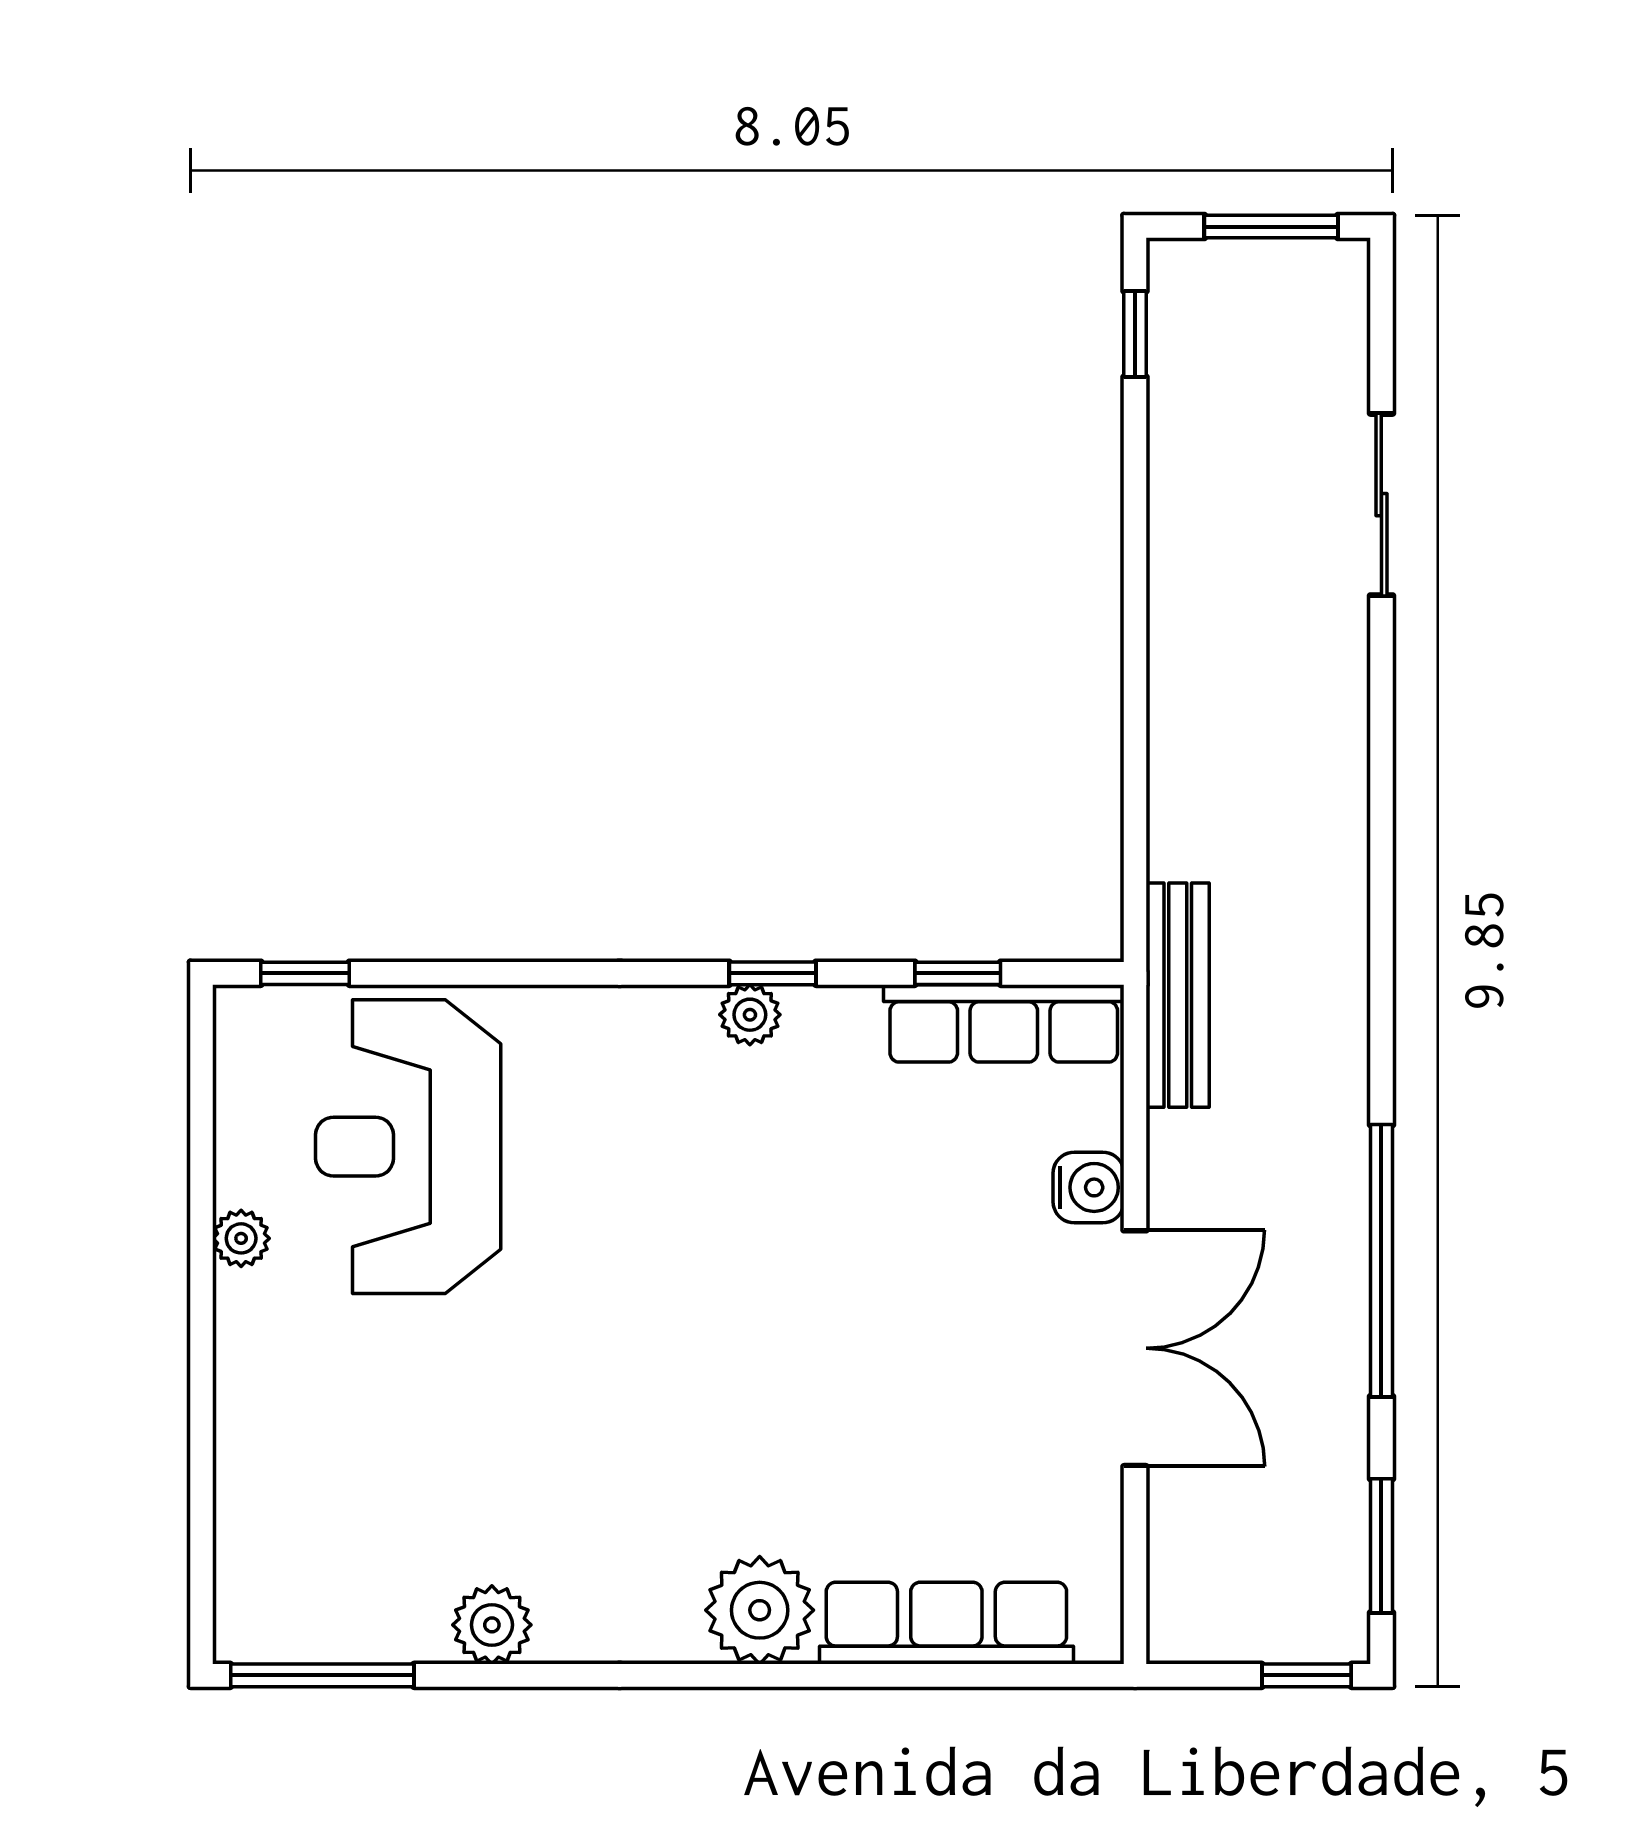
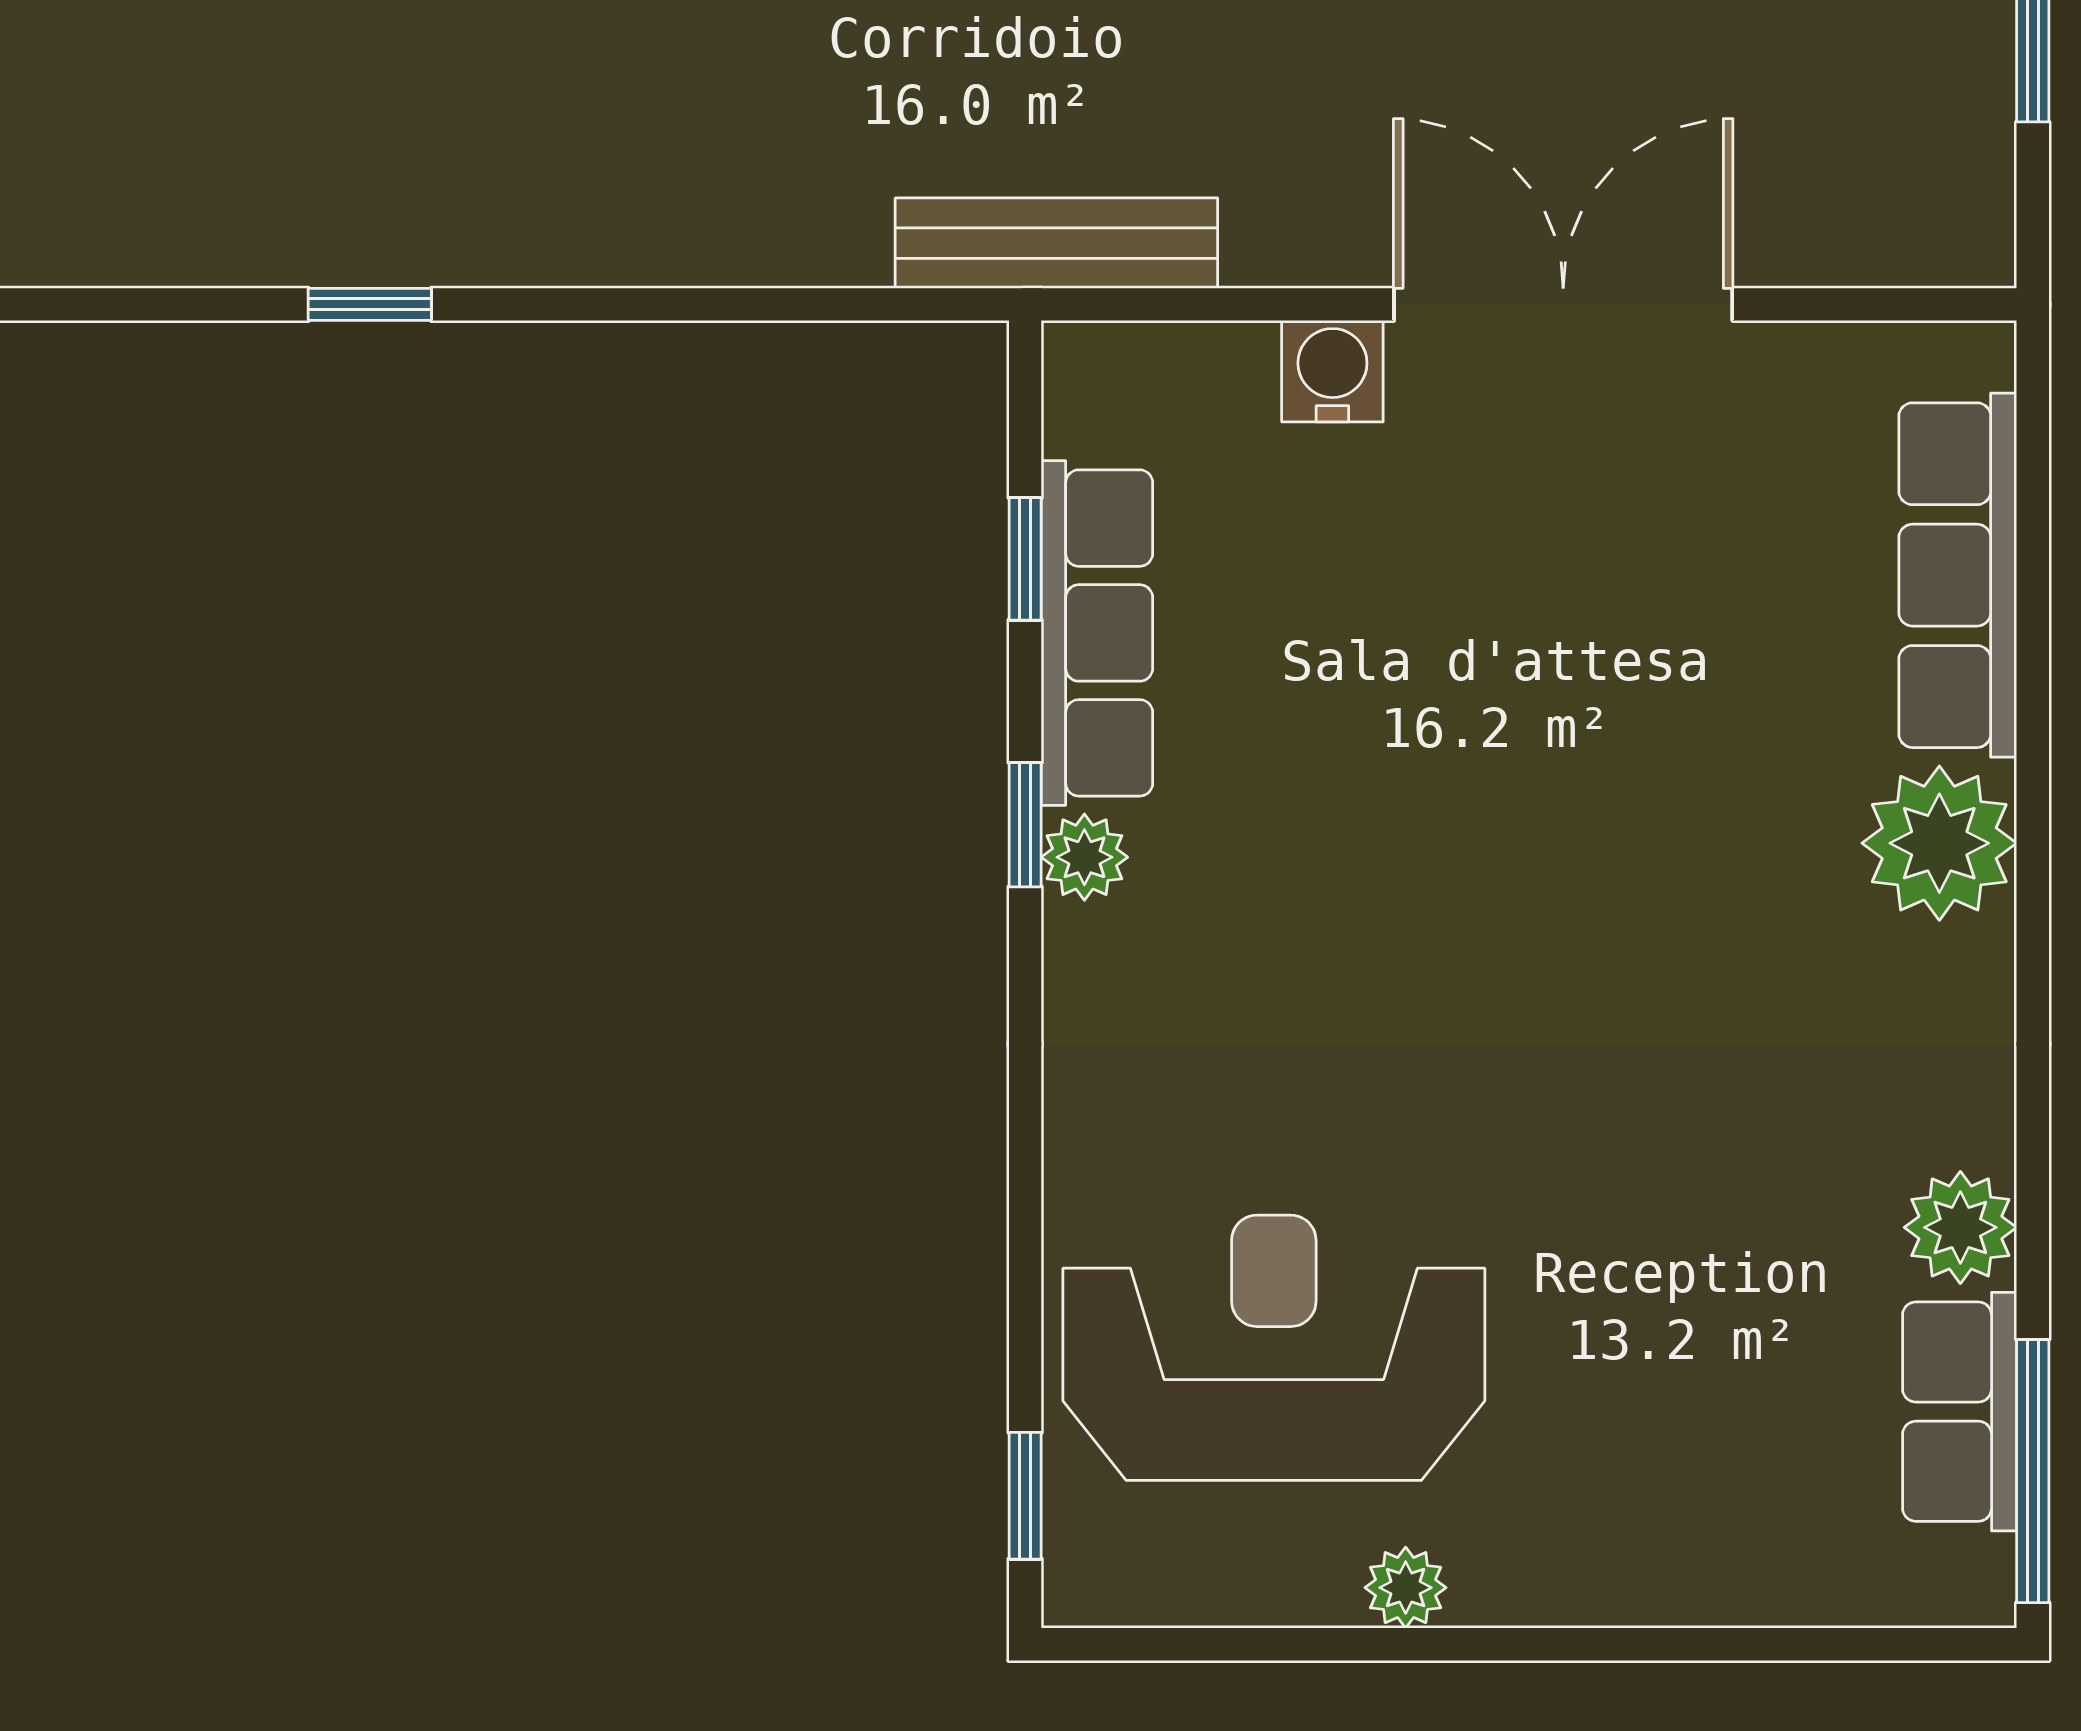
window: (1135, 334) -> (370, 304), moved
row of seats: (1004, 1023) -> (1097, 633), moved
reception desk: (408, 1147) -> (1274, 1348), turned 180
row of seats: (364, 1624) -> (1960, 1412), added

